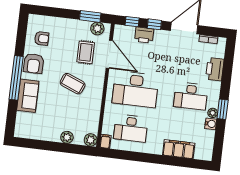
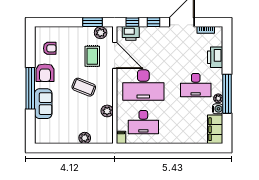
printer: (144, 35) -> (131, 33), moved
window: (223, 109) -> (227, 94), width x2.11
plant: (91, 140) -> (107, 111), moved
filing cabinet: (179, 149) -> (215, 129), moved, turned -90

